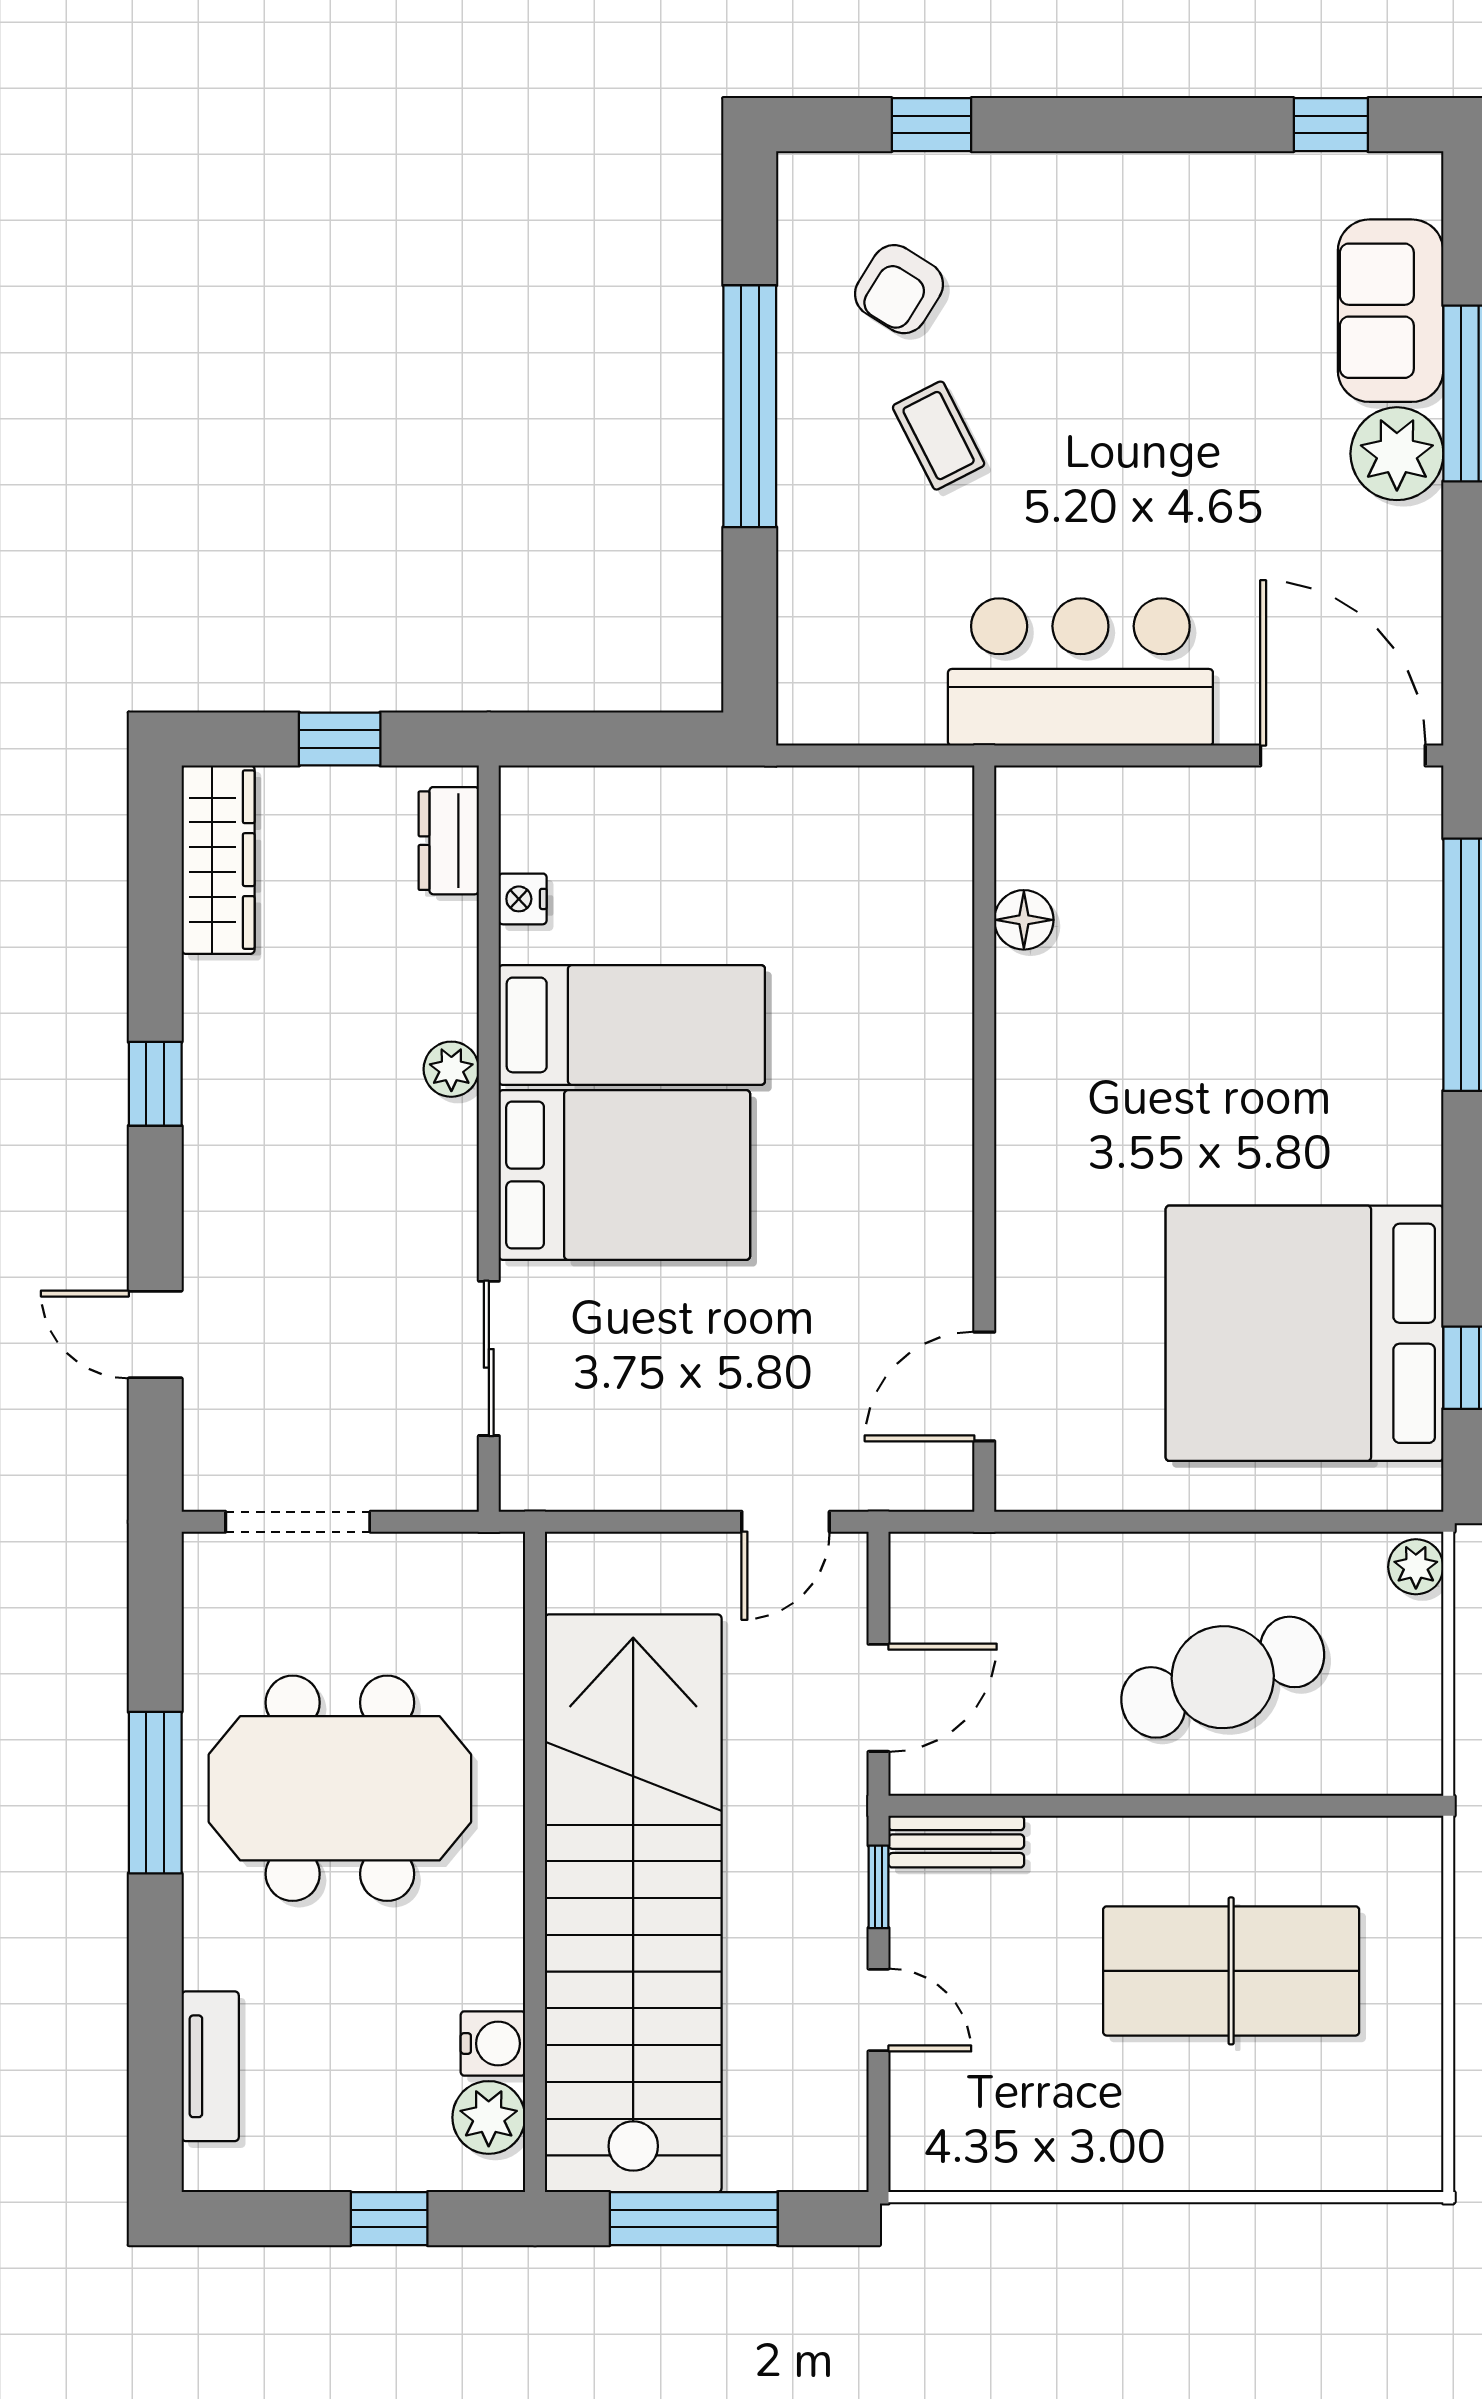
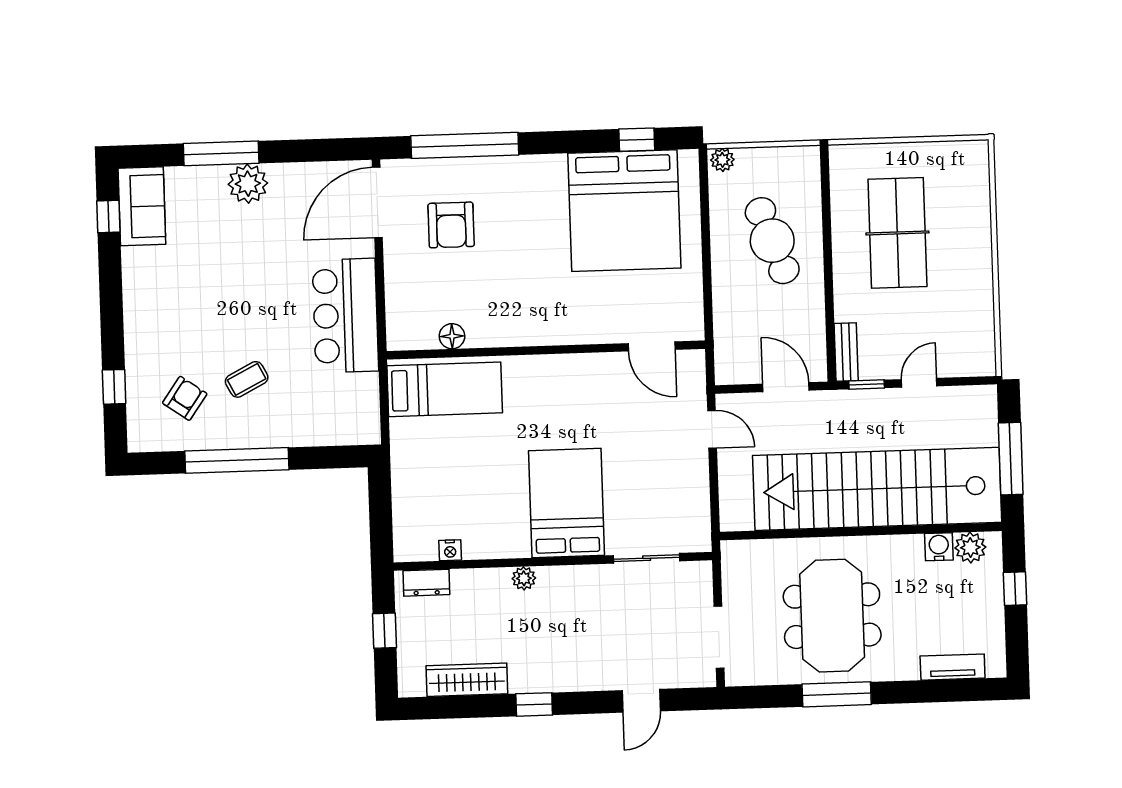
armchair: (899, 289) -> (185, 398), turned -87
sofa: (1391, 311) -> (142, 206), moved, turned -90
wardrobe: (218, 860) -> (467, 680), moved
armchair: (1284, 926) -> (451, 225), added
bed: (632, 1025) -> (445, 389), moved, turned 90

